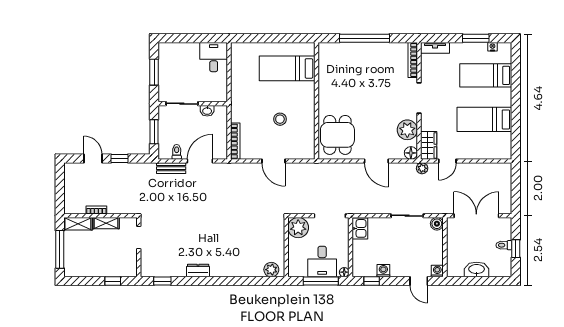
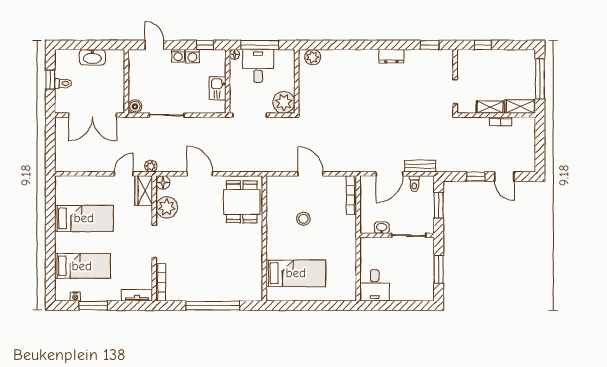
kitchen sink: (360, 228) -> (218, 88), moved
washing machine: (437, 271) -> (178, 56), moved

